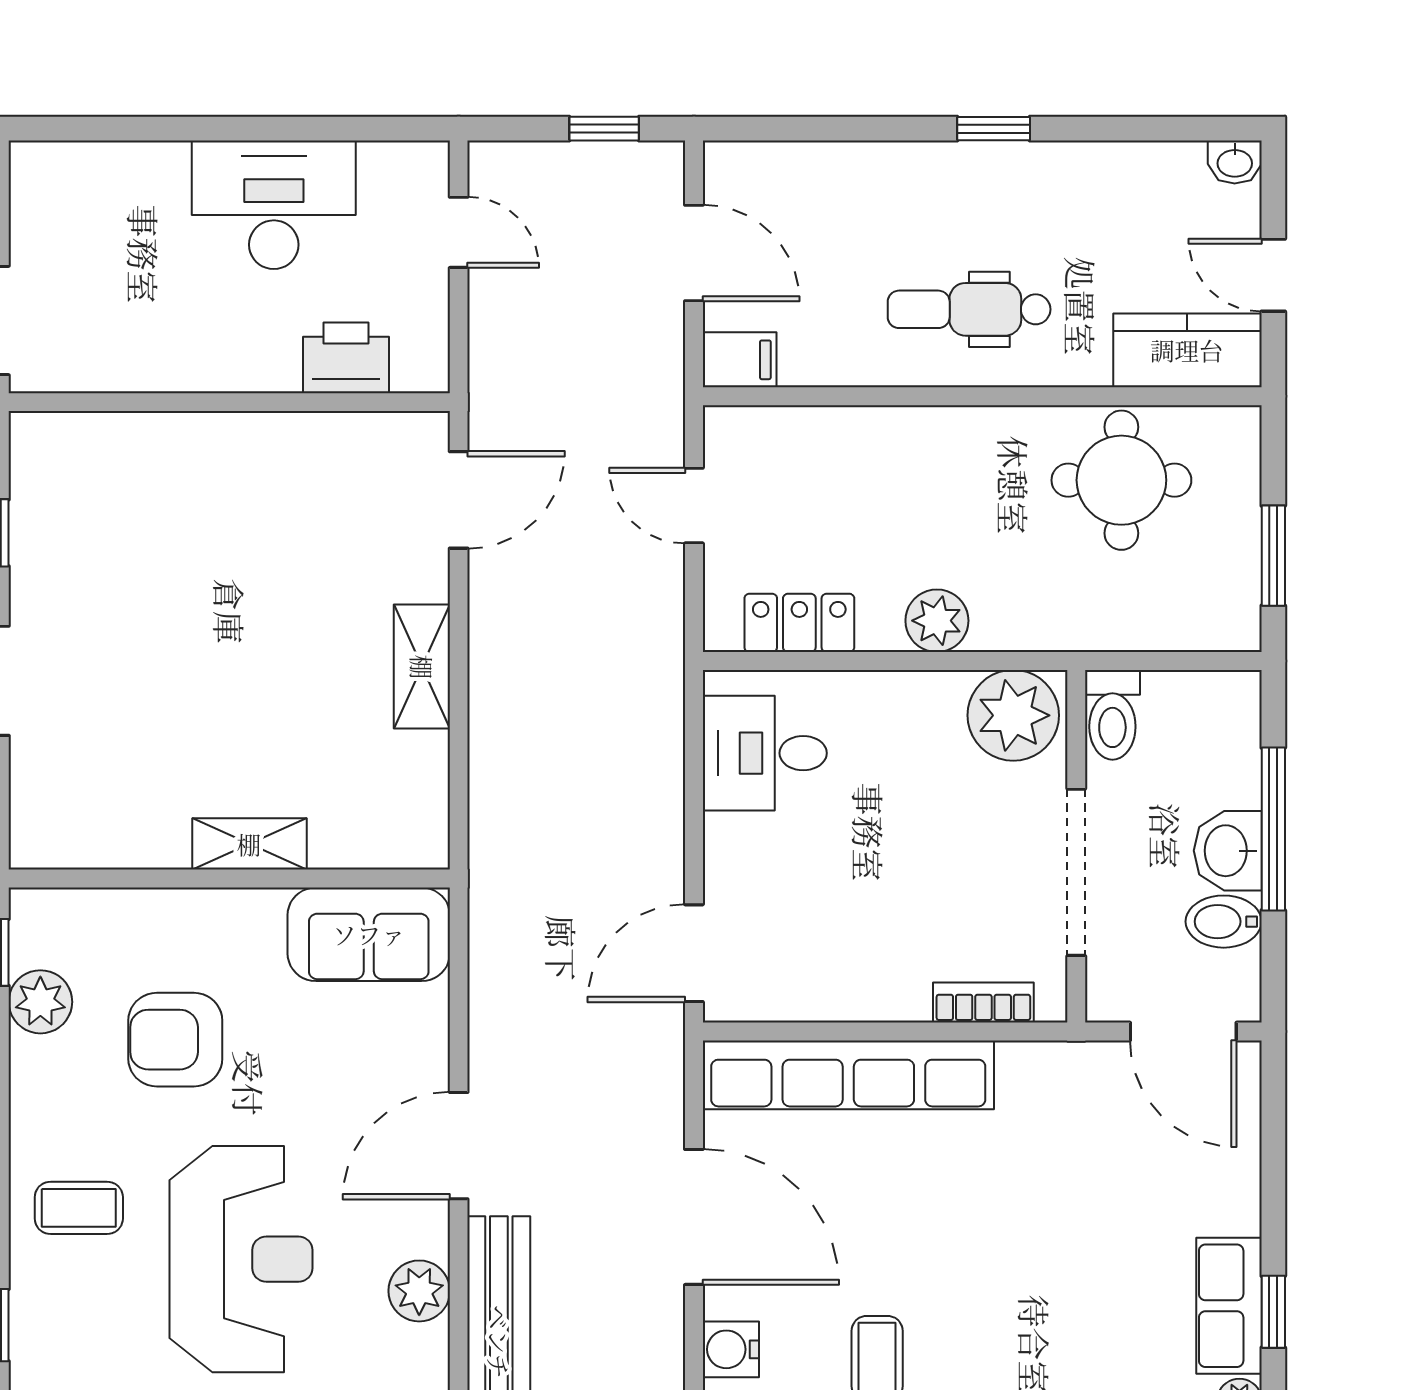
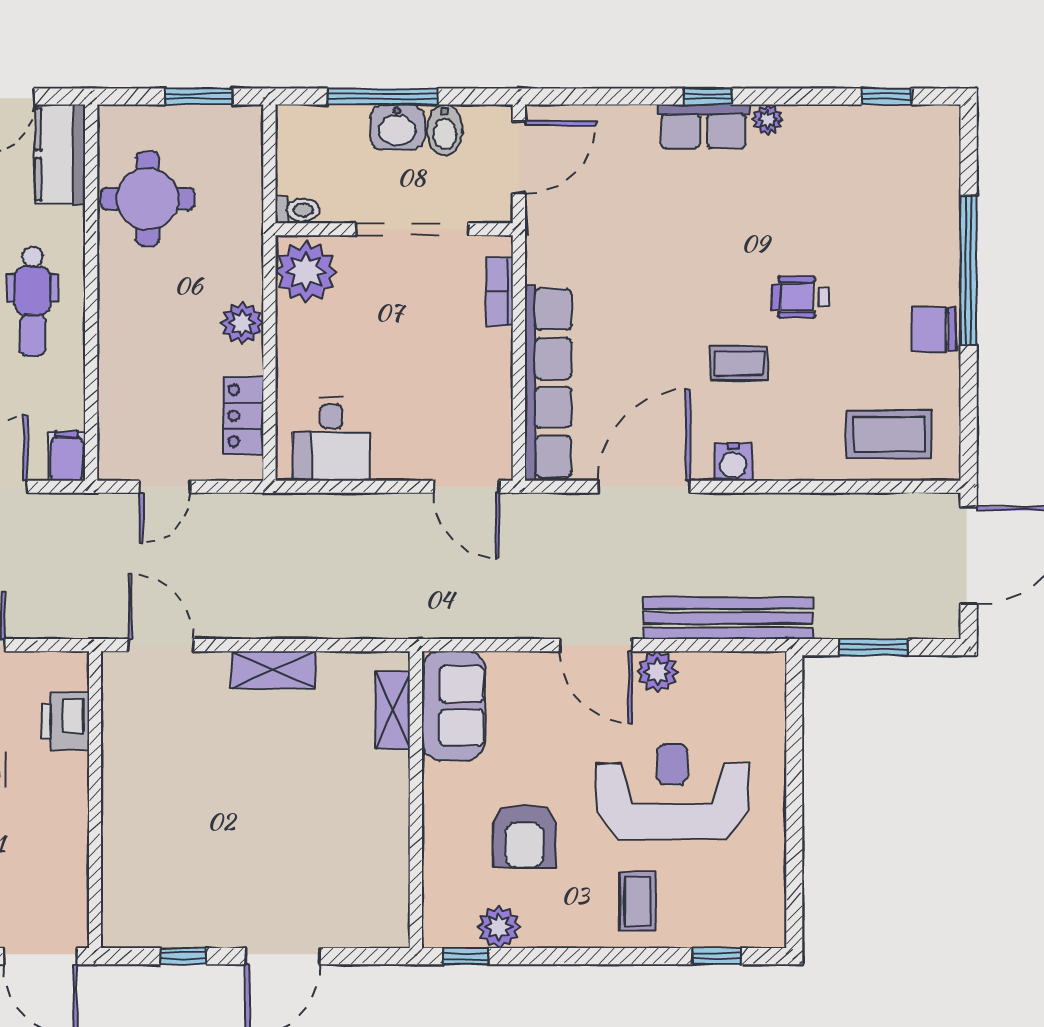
toilet: (1112, 715) -> (297, 210), width x0.73, depth x0.72
shelving: (249, 844) -> (393, 710), moved
plant: (419, 1291) -> (657, 672), moved

